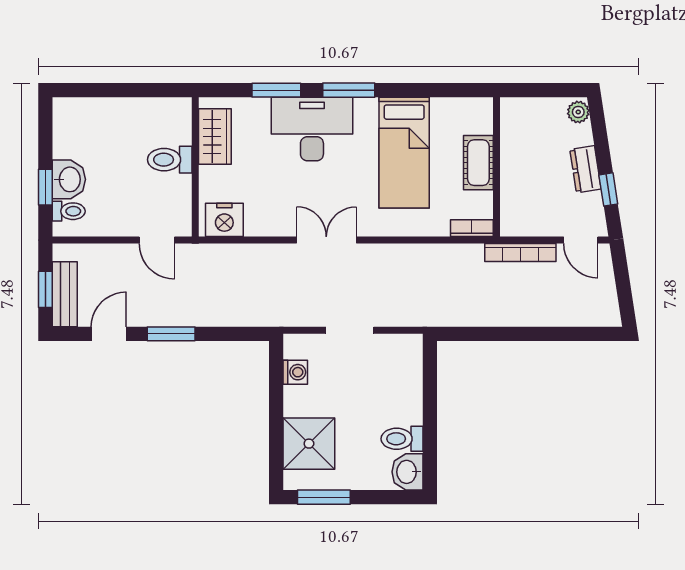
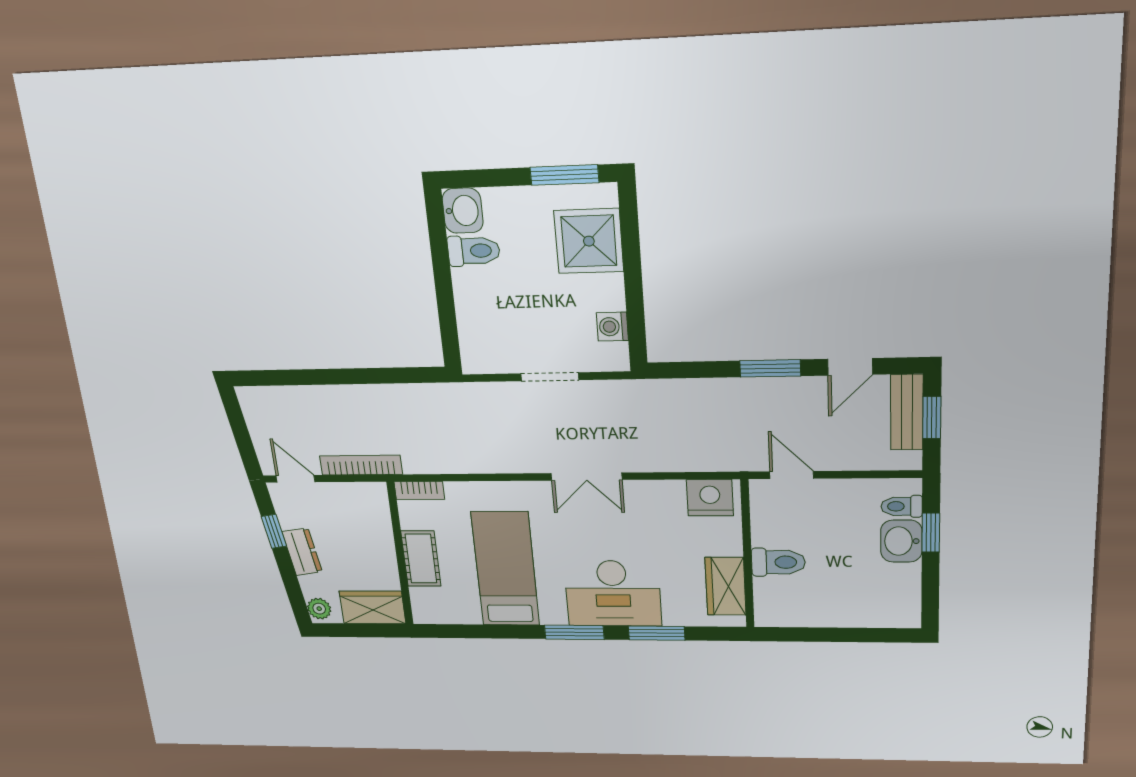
wardrobe: (529, 114) -> (373, 607), added

